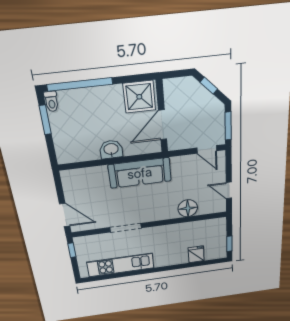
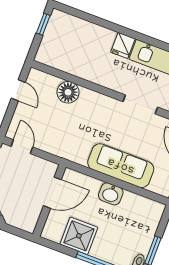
shower: (139, 97) -> (79, 236), moved
sofa: (140, 173) -> (121, 166), moved
fridge: (196, 254) -> (123, 45), moved

